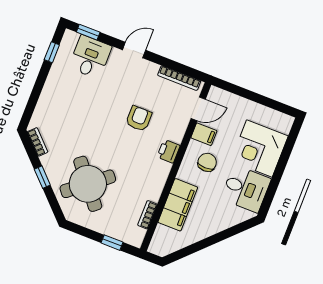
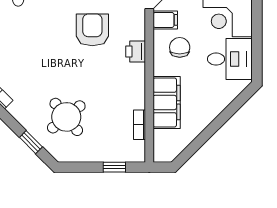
armchair: (139, 119) -> (92, 30), width x1.38, depth x1.38
window: (42, 177) -> (31, 142), moved
round table: (88, 184) -> (66, 117), width x0.73, depth x0.73

